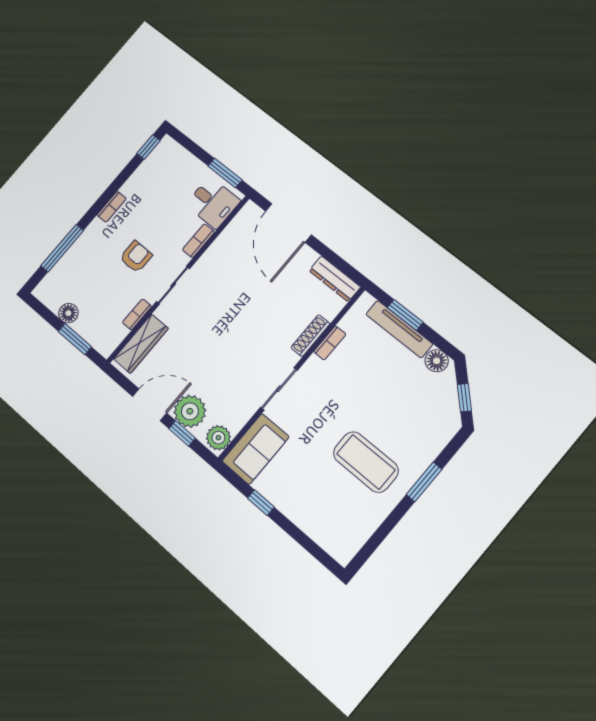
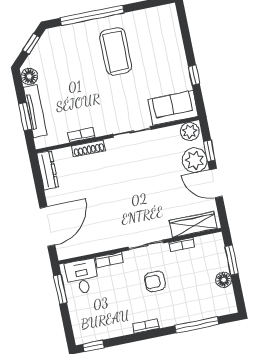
window: (424, 482) -> (92, 15), width x2.11

